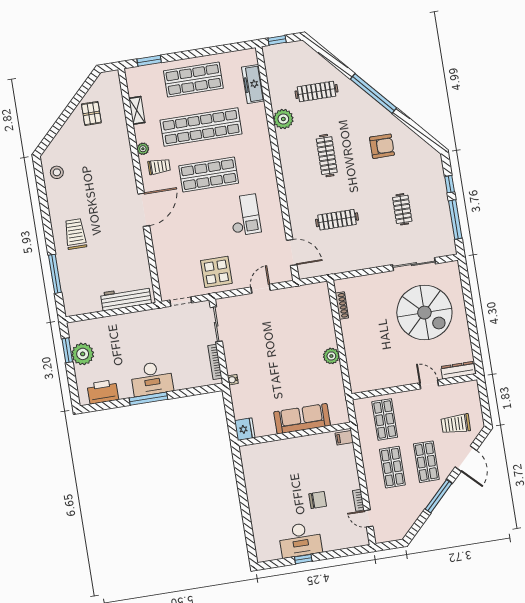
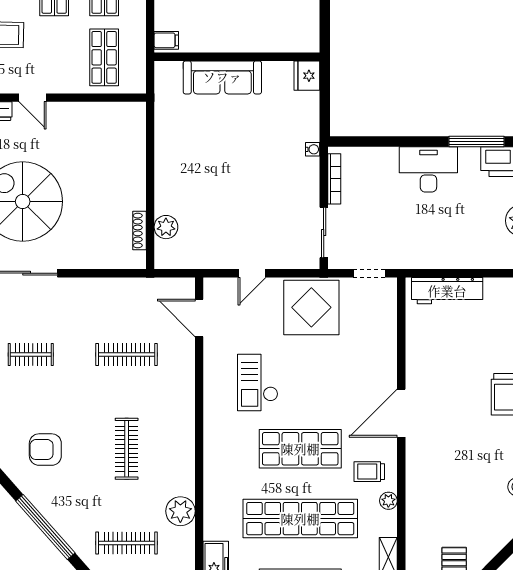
clothes rail: (402, 209) -> (31, 355), turned 90
display table: (216, 272) -> (311, 307), width x1.36, depth x1.36
plant: (331, 356) -> (166, 227), moved
window: (148, 399) -> (477, 141), moved

